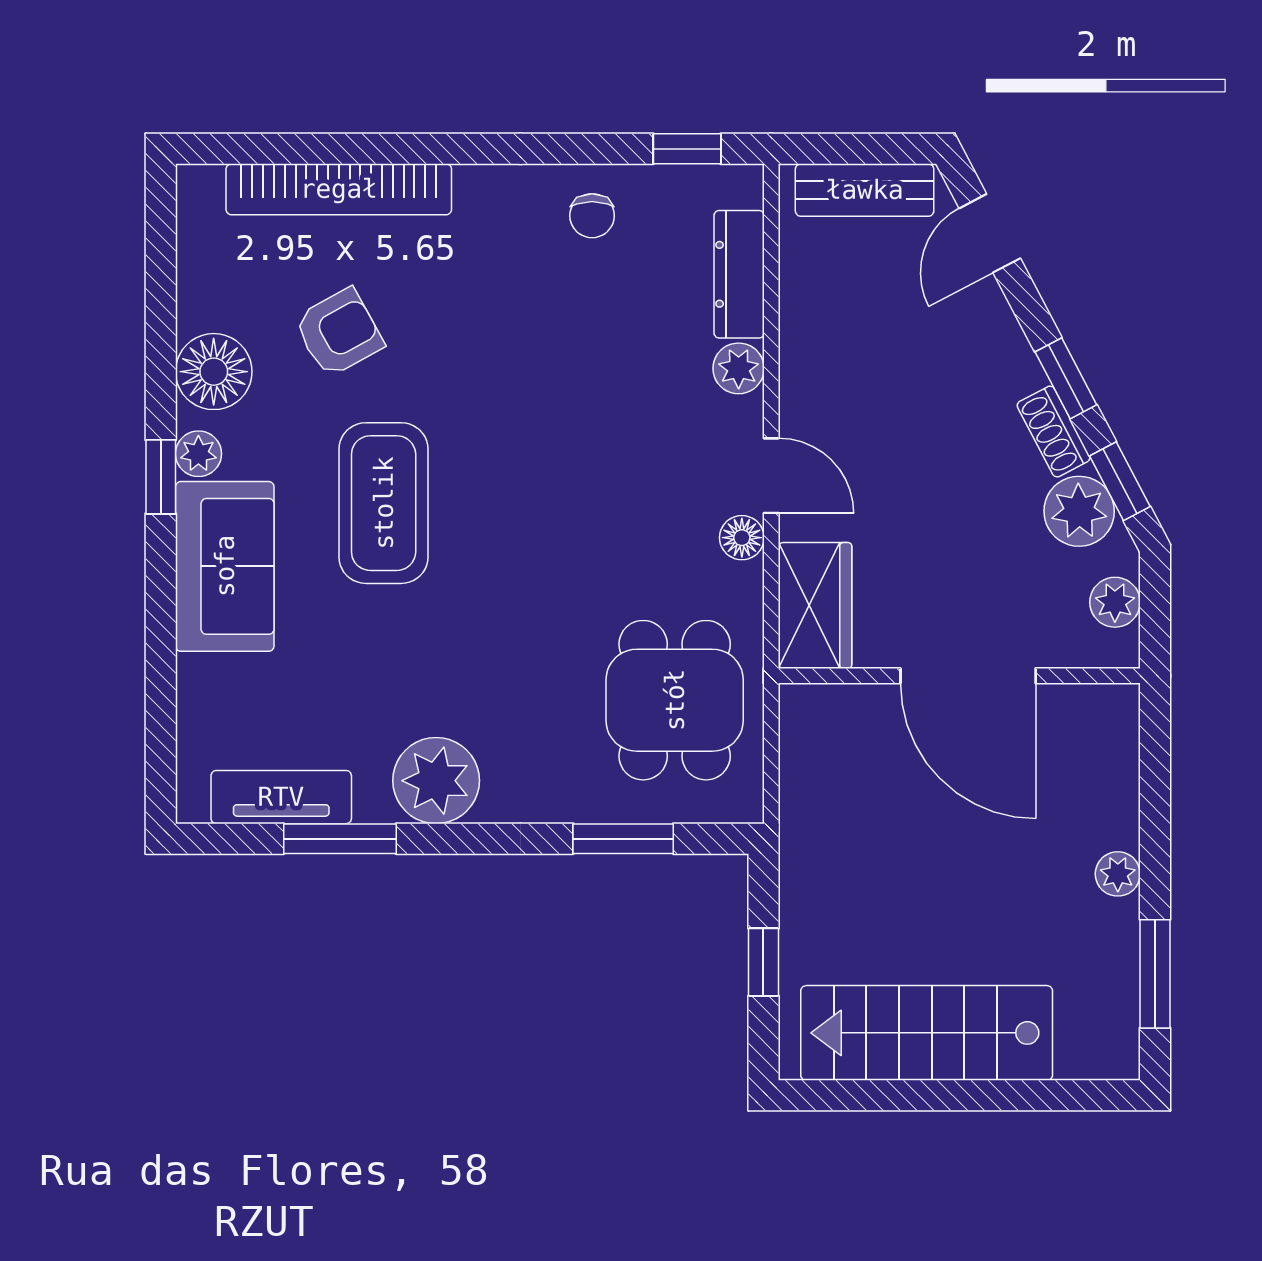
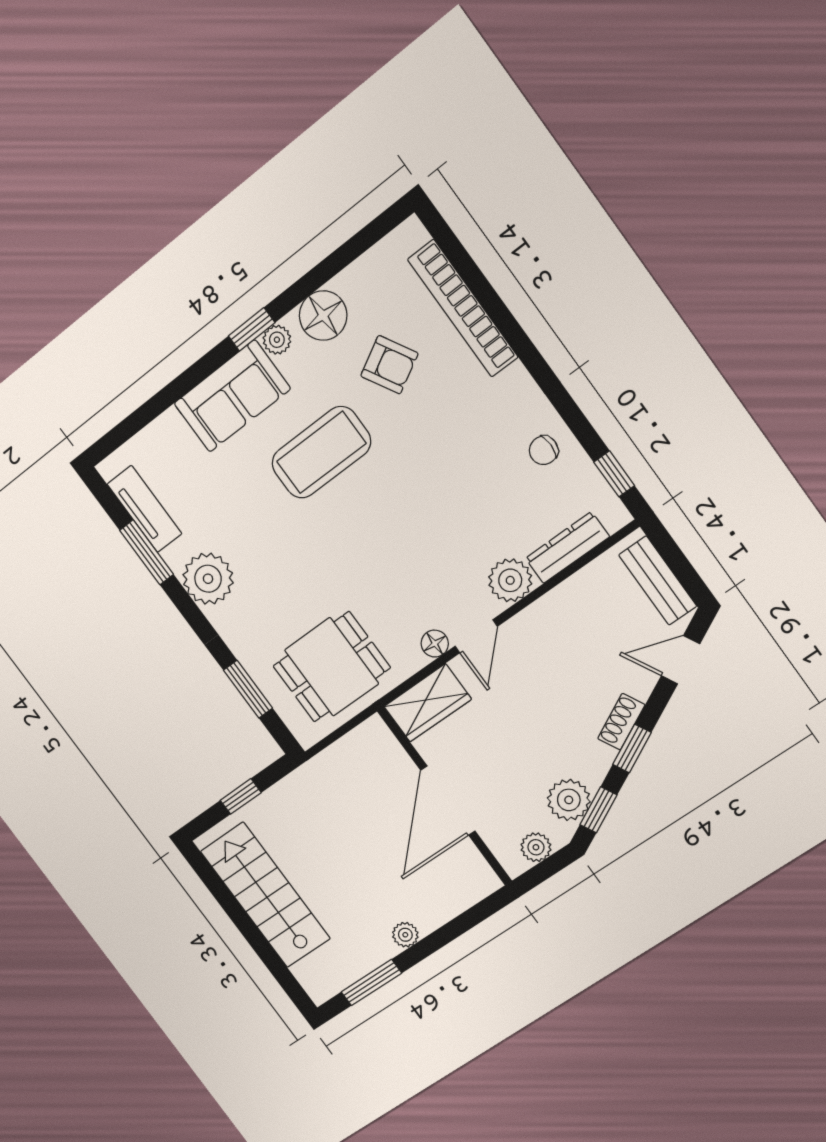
plant: (739, 368) -> (510, 580), width x1.38, depth x1.38
shoe rack: (1054, 432) -> (621, 722), moved

